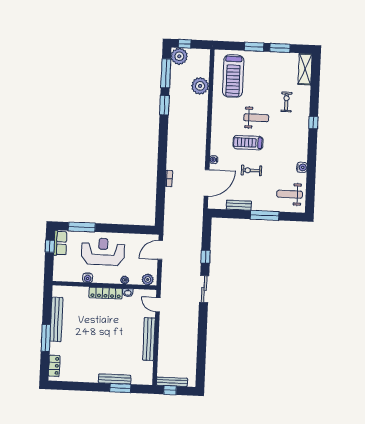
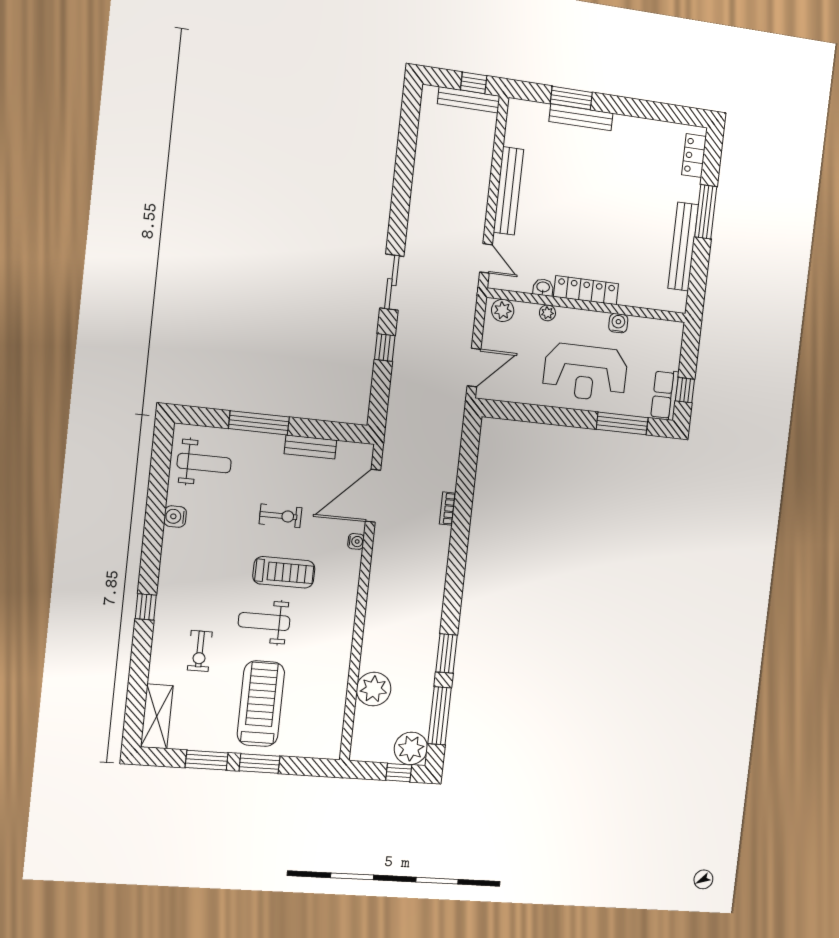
treadmill: (233, 76) -> (261, 704), moved

